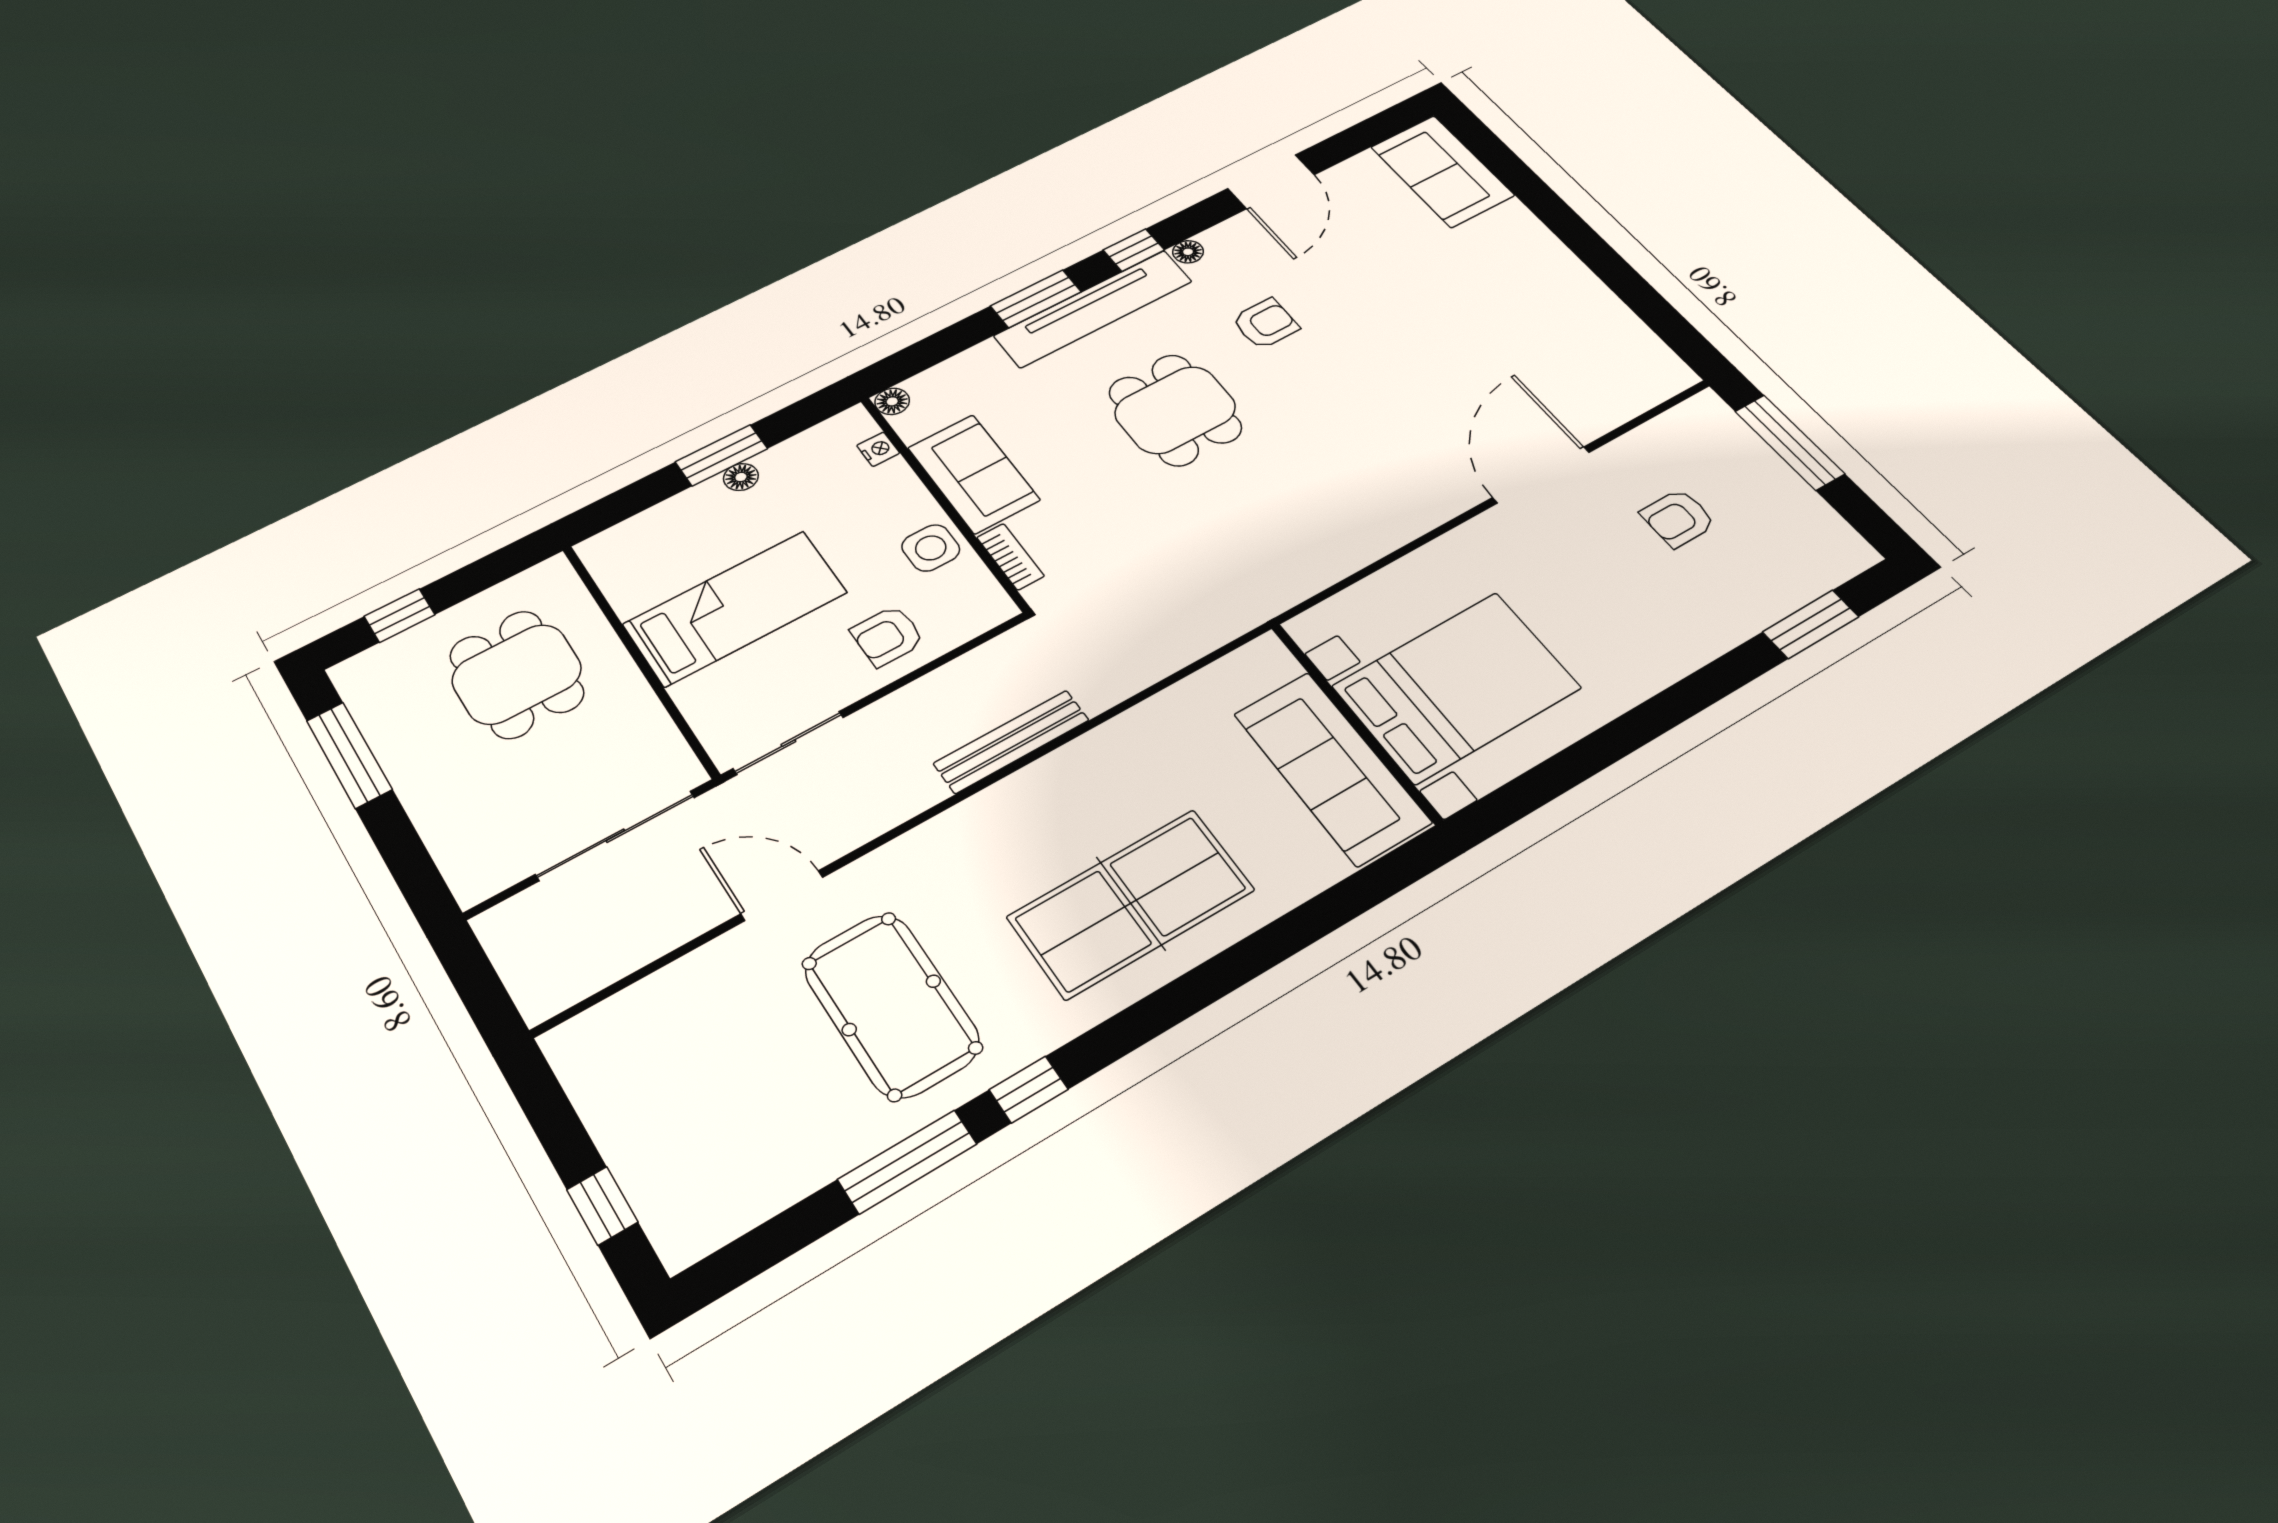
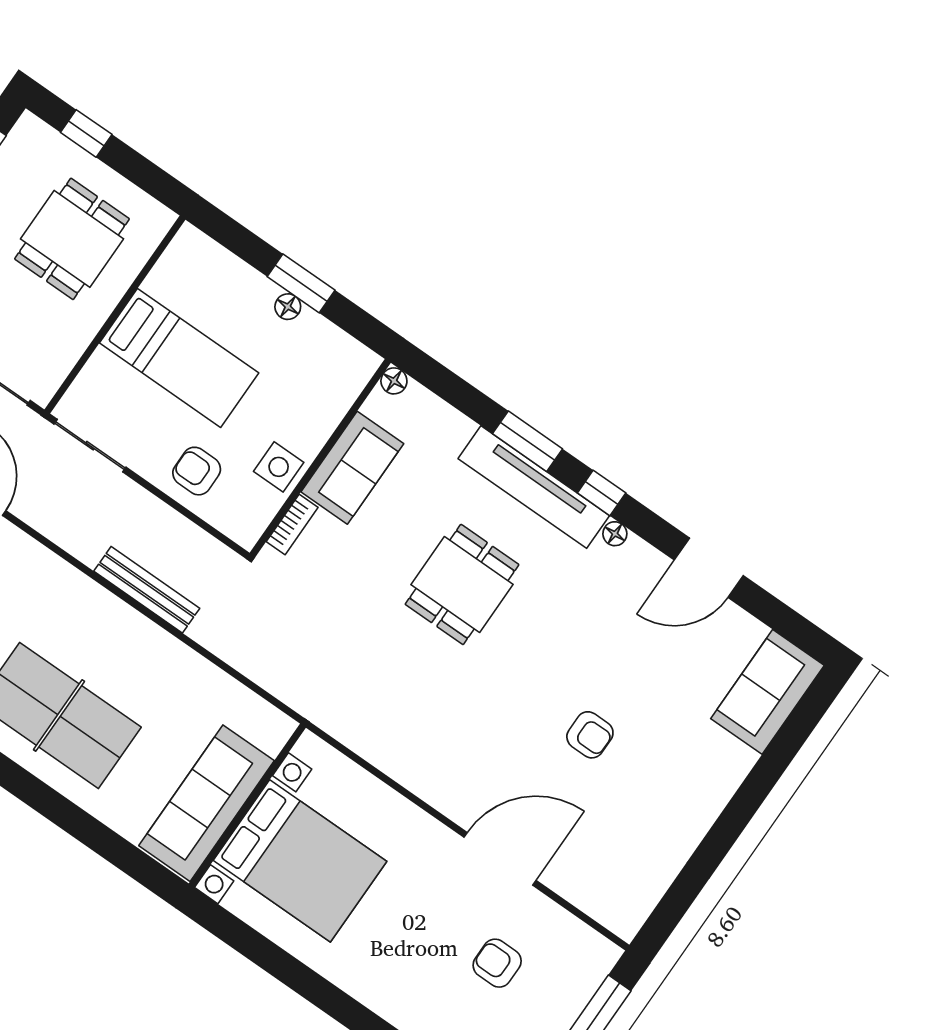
armchair: (1265, 324) -> (590, 735), moved
nightstand: (878, 449) -> (348, 391), removed

